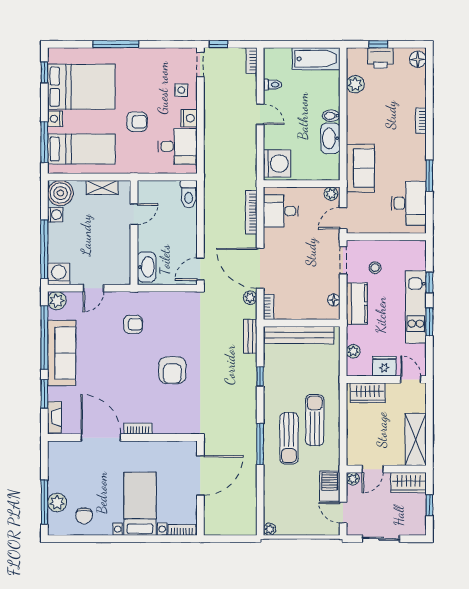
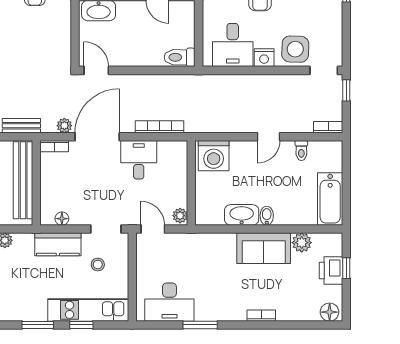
side table: (181, 90) -> (295, 49), width x1.87, depth x1.87
sofa: (360, 168) -> (264, 248), moved
desk: (281, 211) -> (139, 160), moved
kitchen unit: (416, 307) -> (88, 310), moved

